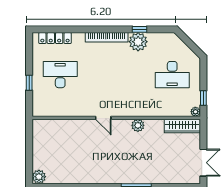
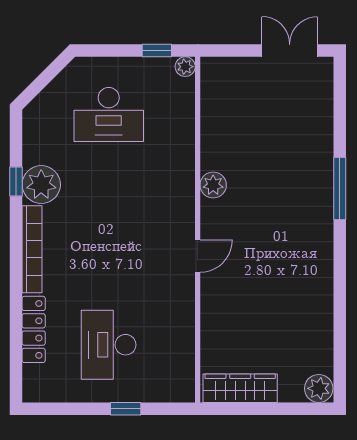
locker: (55, 38) -> (34, 329), moved
desk: (172, 75) -> (109, 114), turned 90
wardrobe: (182, 126) -> (240, 388), moved, turned -90

